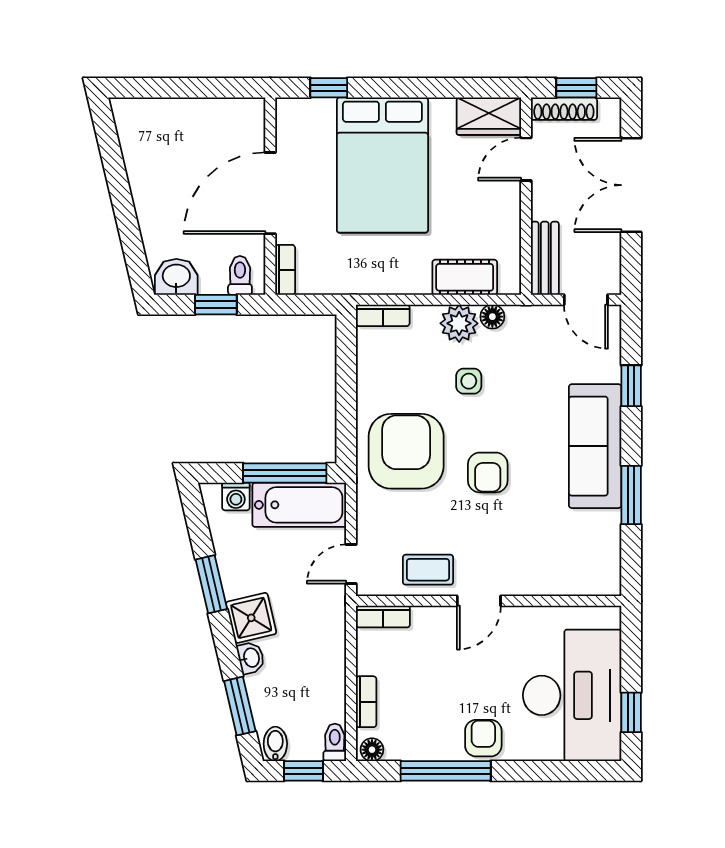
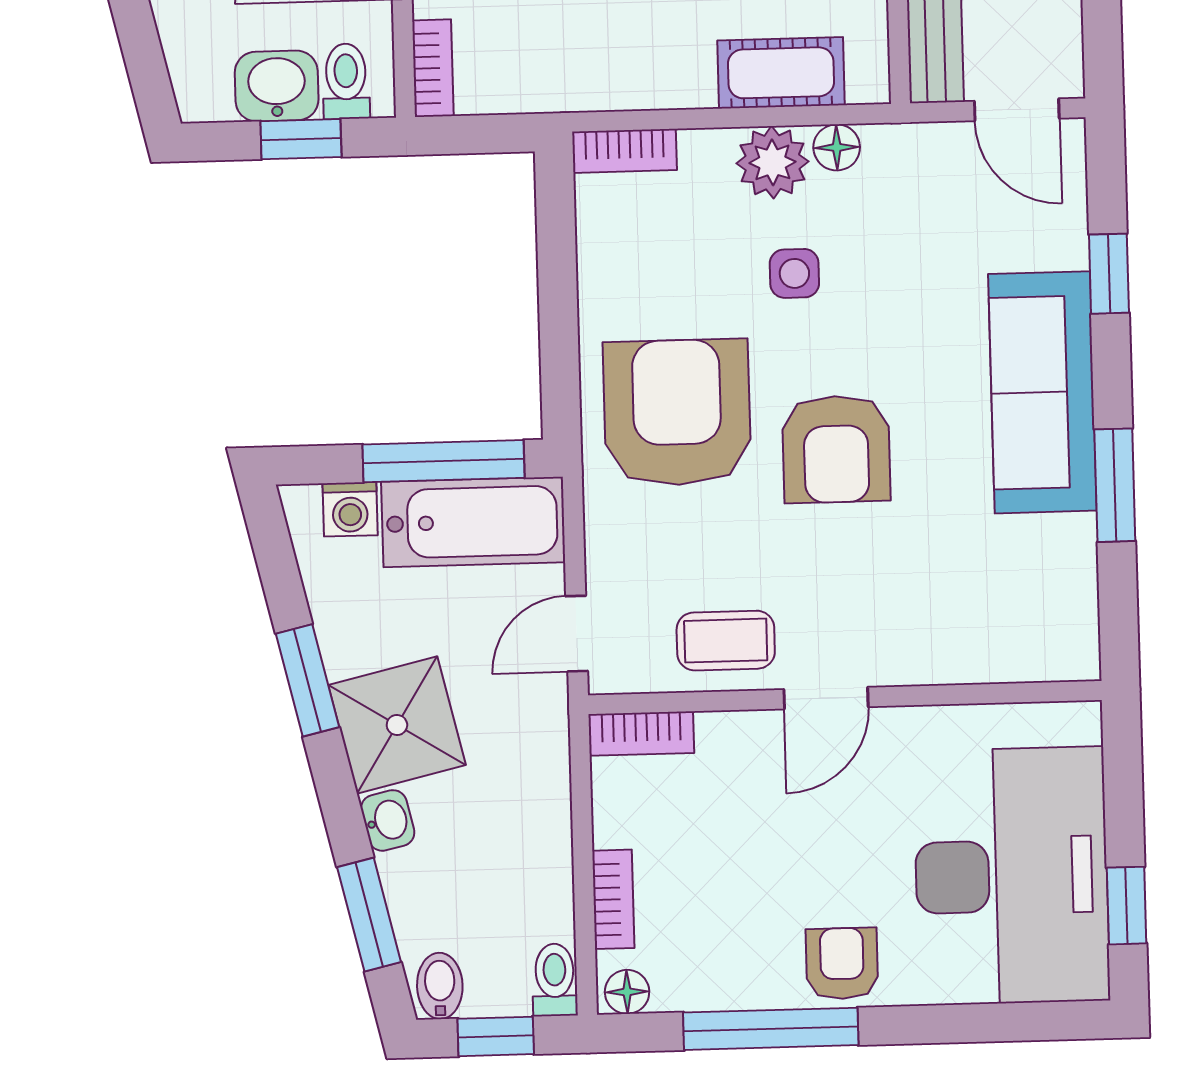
washbasin: (176, 277) -> (277, 86), moved
armchair: (488, 472) -> (836, 449), width x1.38, depth x1.38
shower: (251, 618) -> (397, 725), width x1.36, depth x1.36

